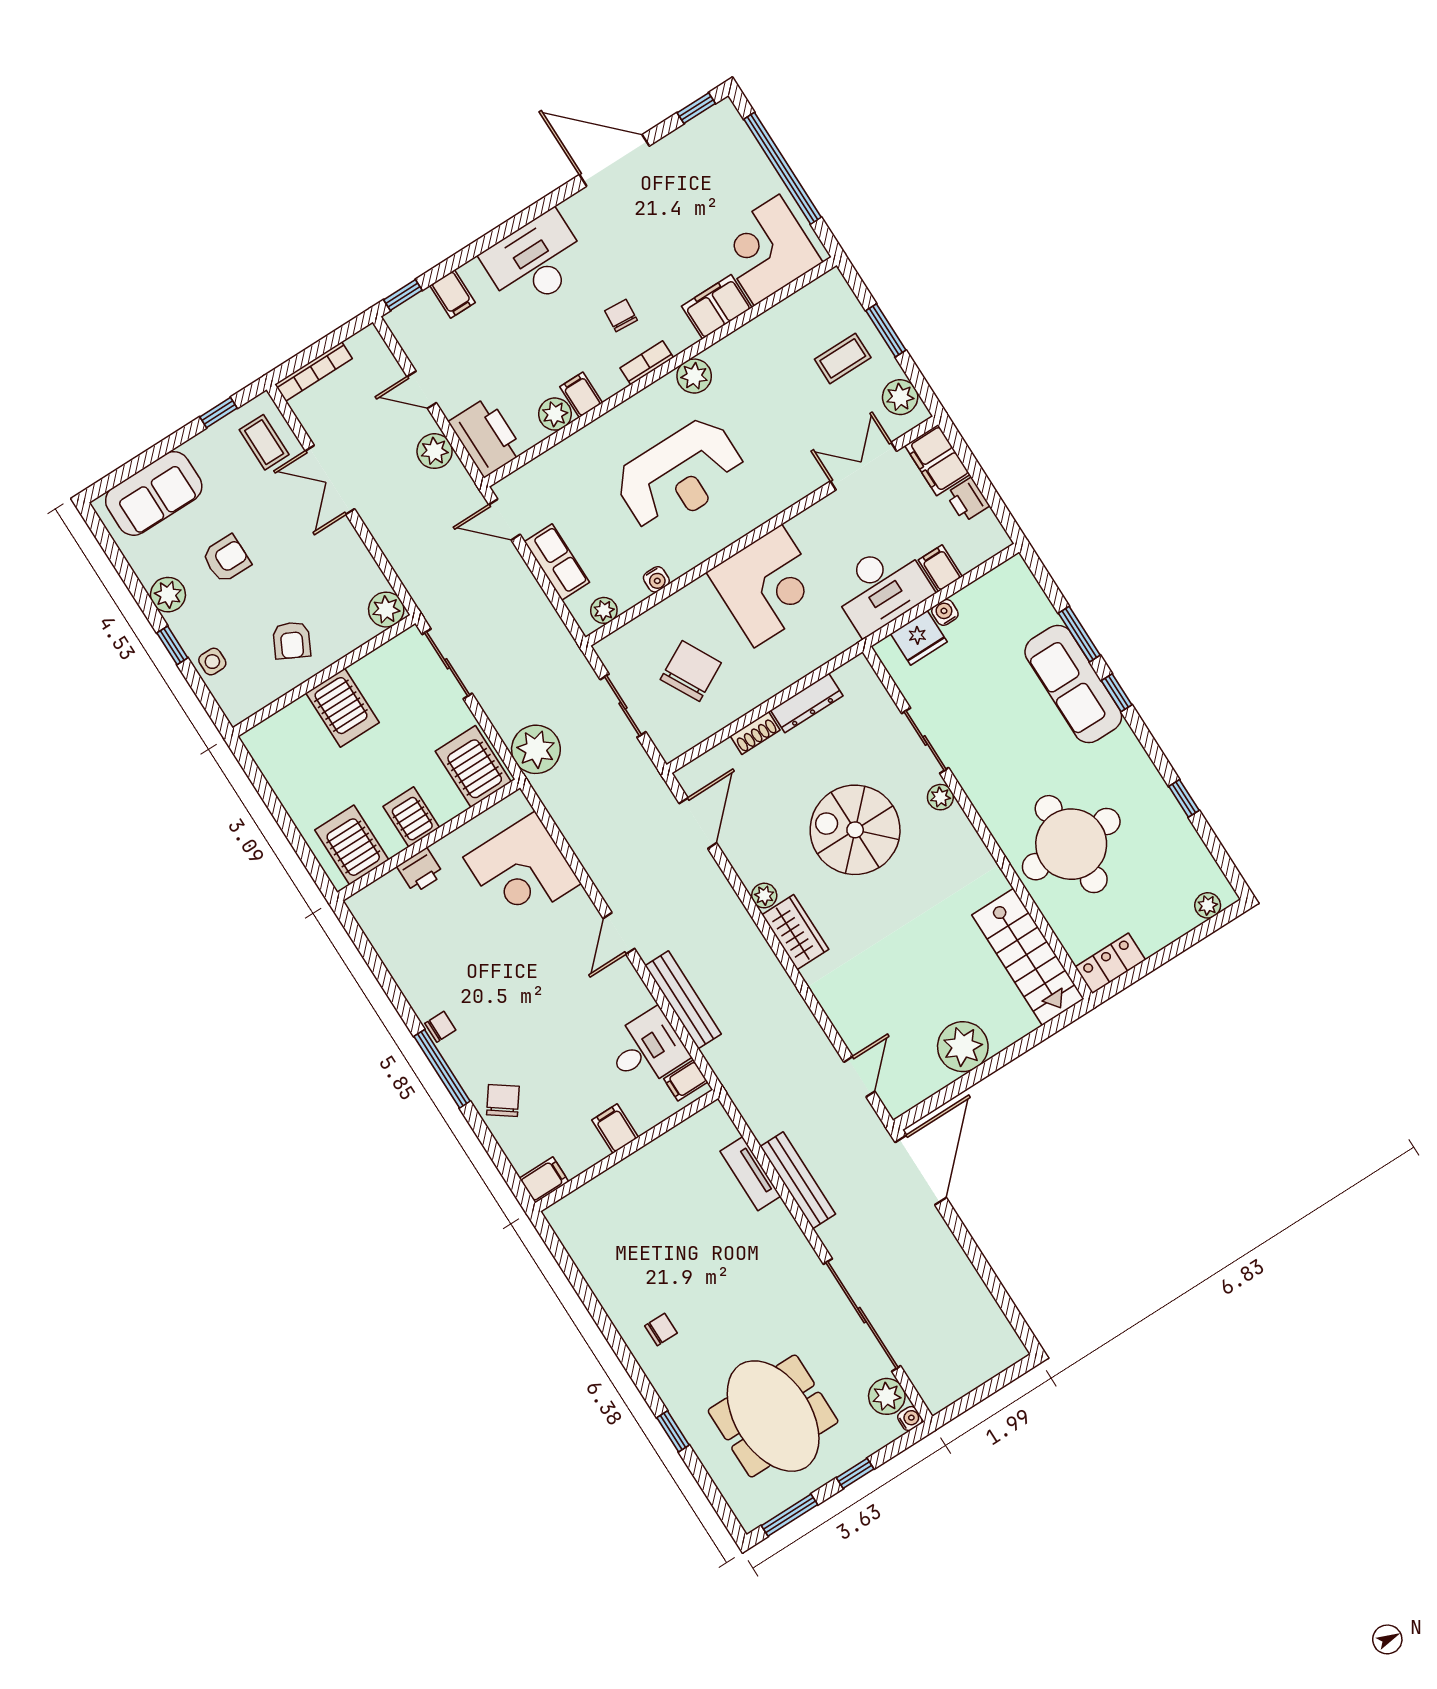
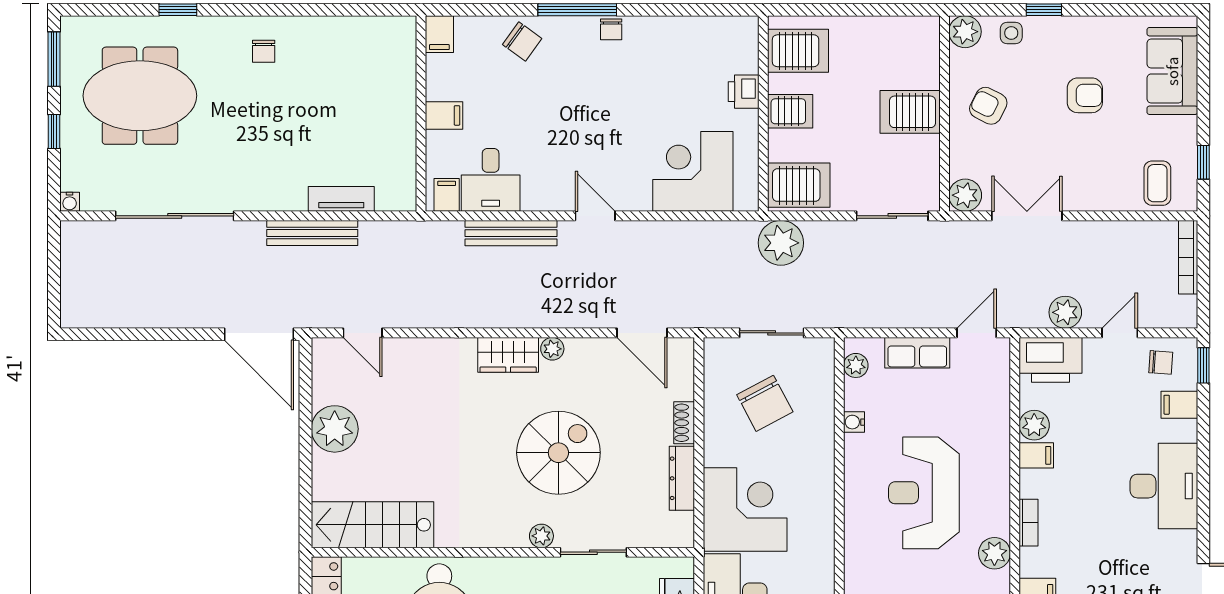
chair: (621, 315) -> (1161, 362), moved
coffee table: (264, 442) -> (1157, 183), turned 90
double door: (330, 480) -> (1027, 216), moved
armchair: (226, 559) -> (1085, 95), turned -90
corner desk: (768, 586) -> (745, 510), moved, turned 180
plant: (168, 595) -> (965, 32), moved
plant: (887, 1396) -> (98, 195), removed

